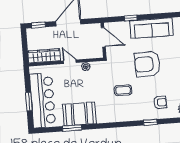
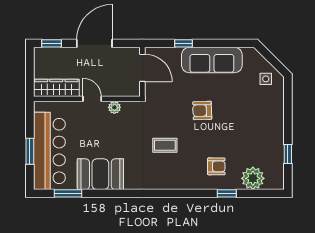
armchair: (147, 64) -> (202, 110), width x0.53, depth x0.53
window: (150, 122) -> (227, 193), moved
window: (72, 128) -> (68, 193), moved

